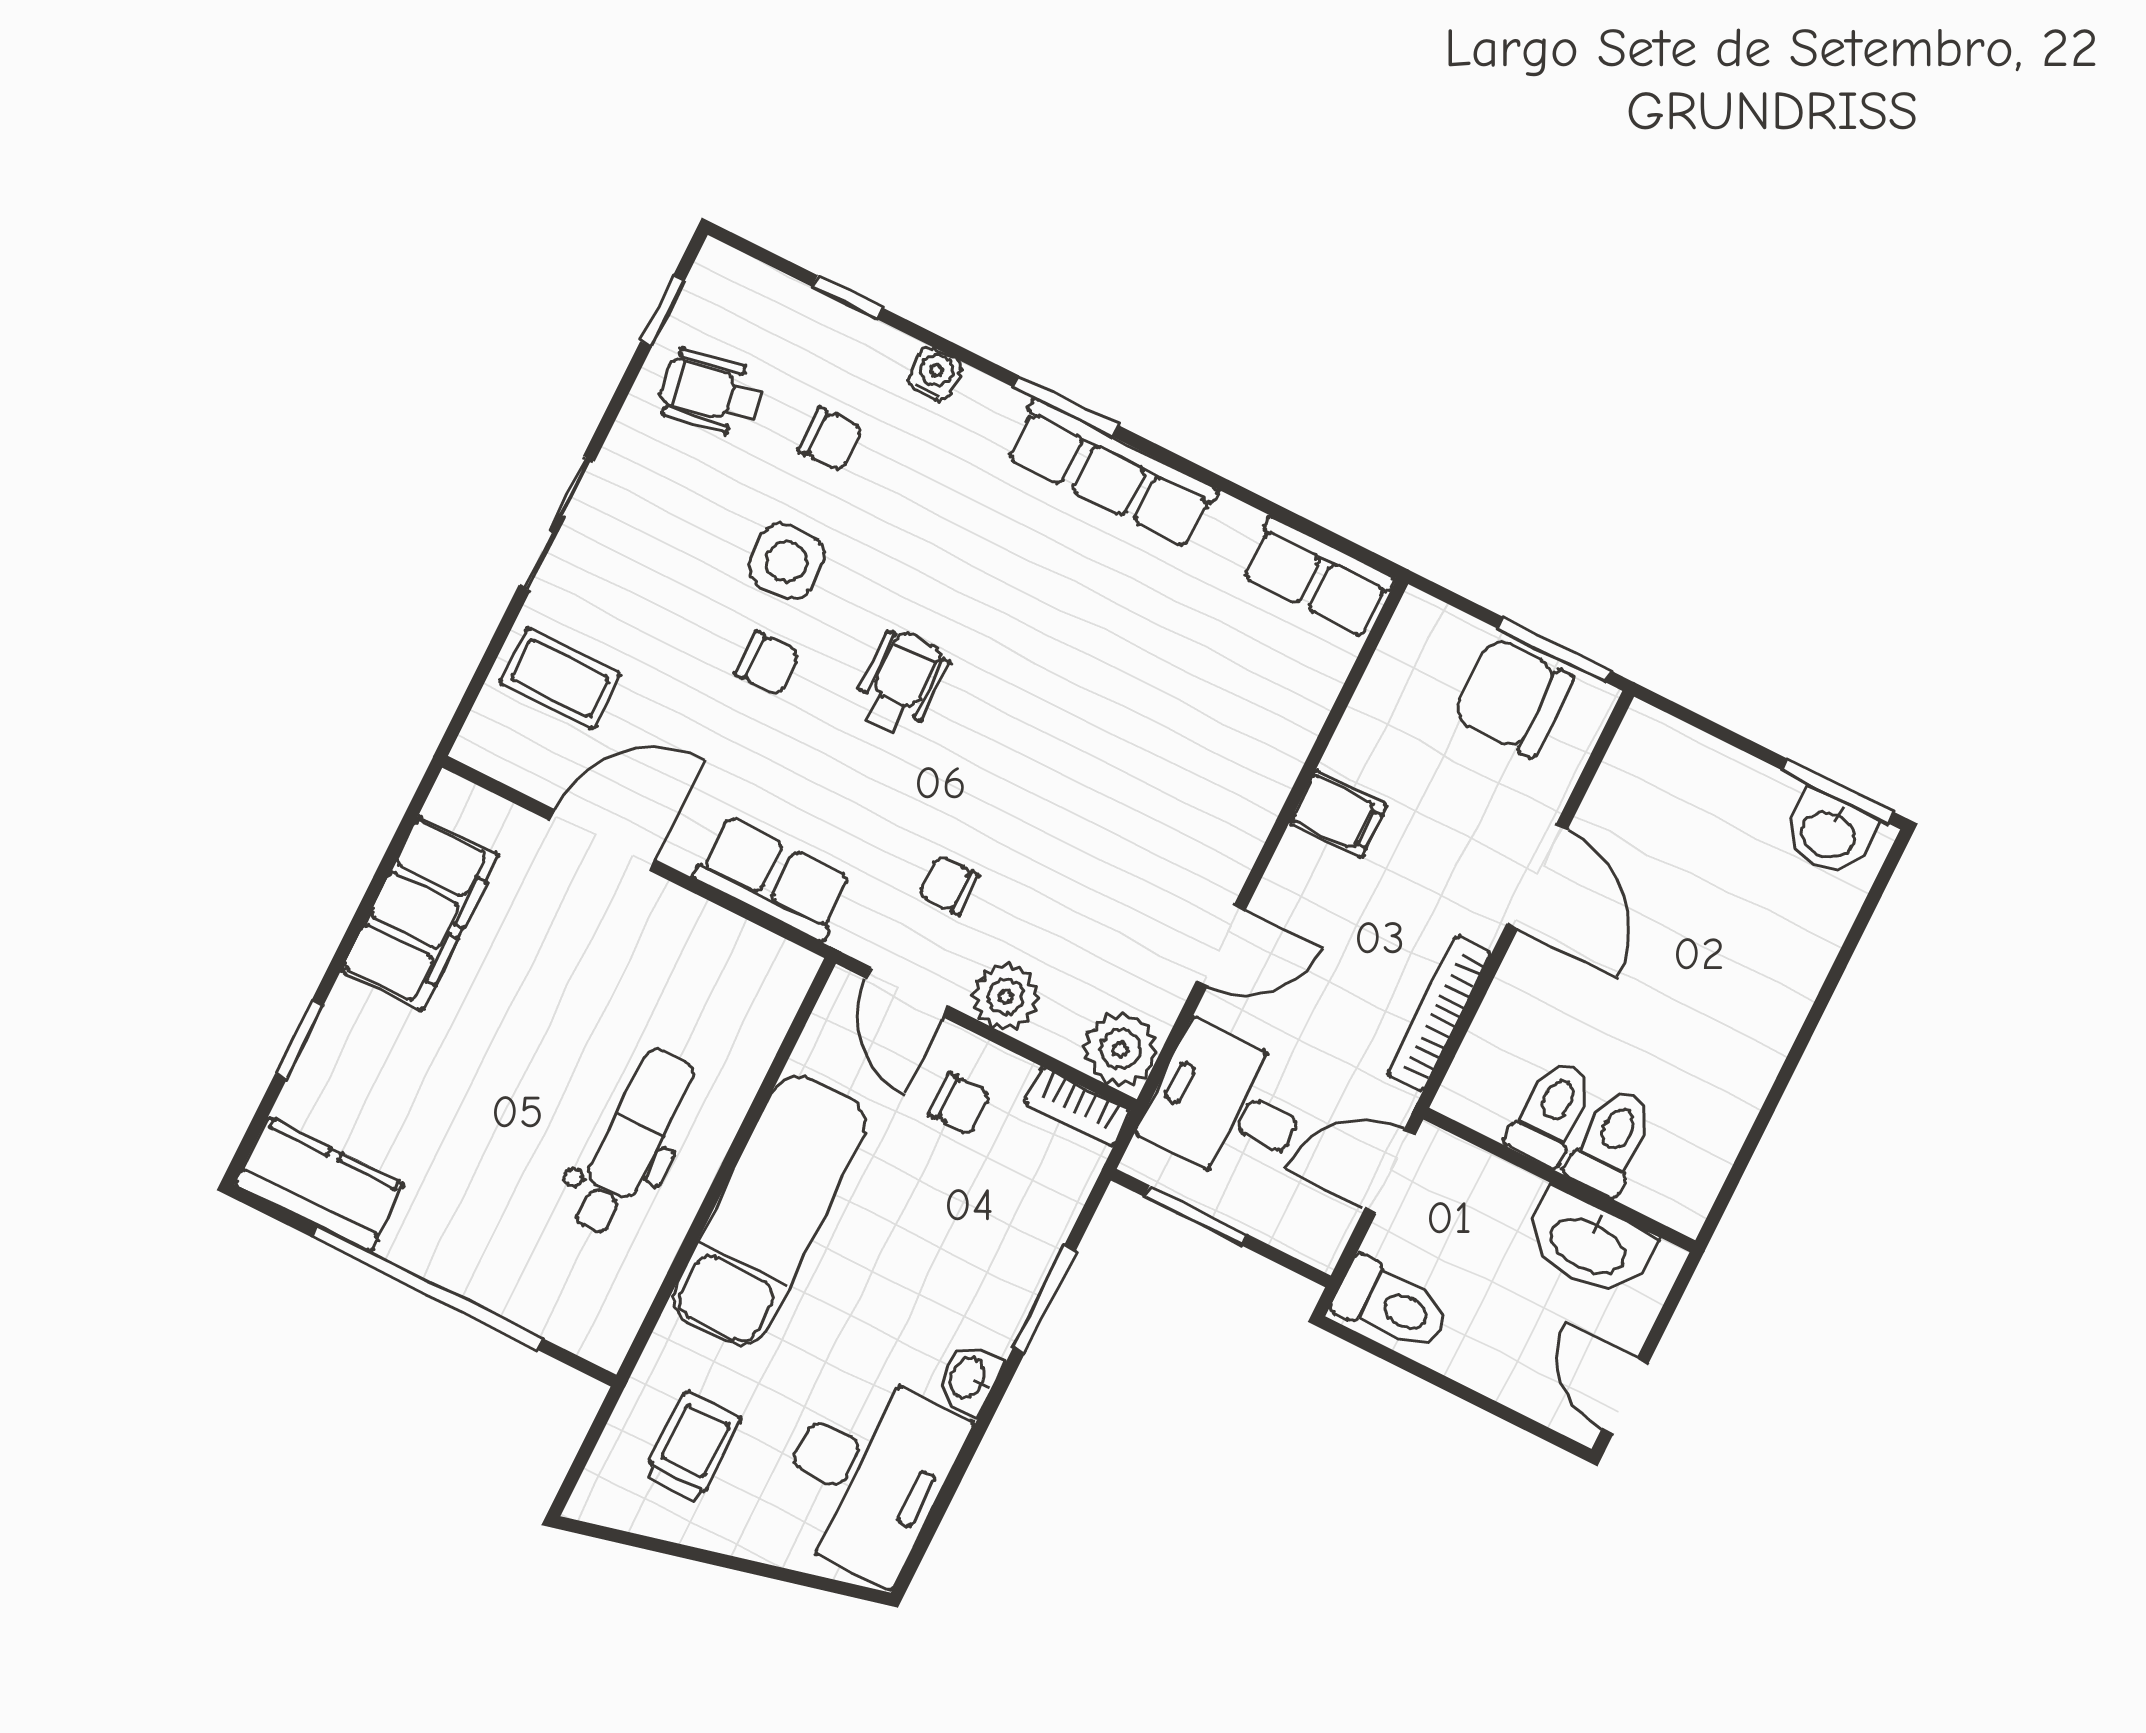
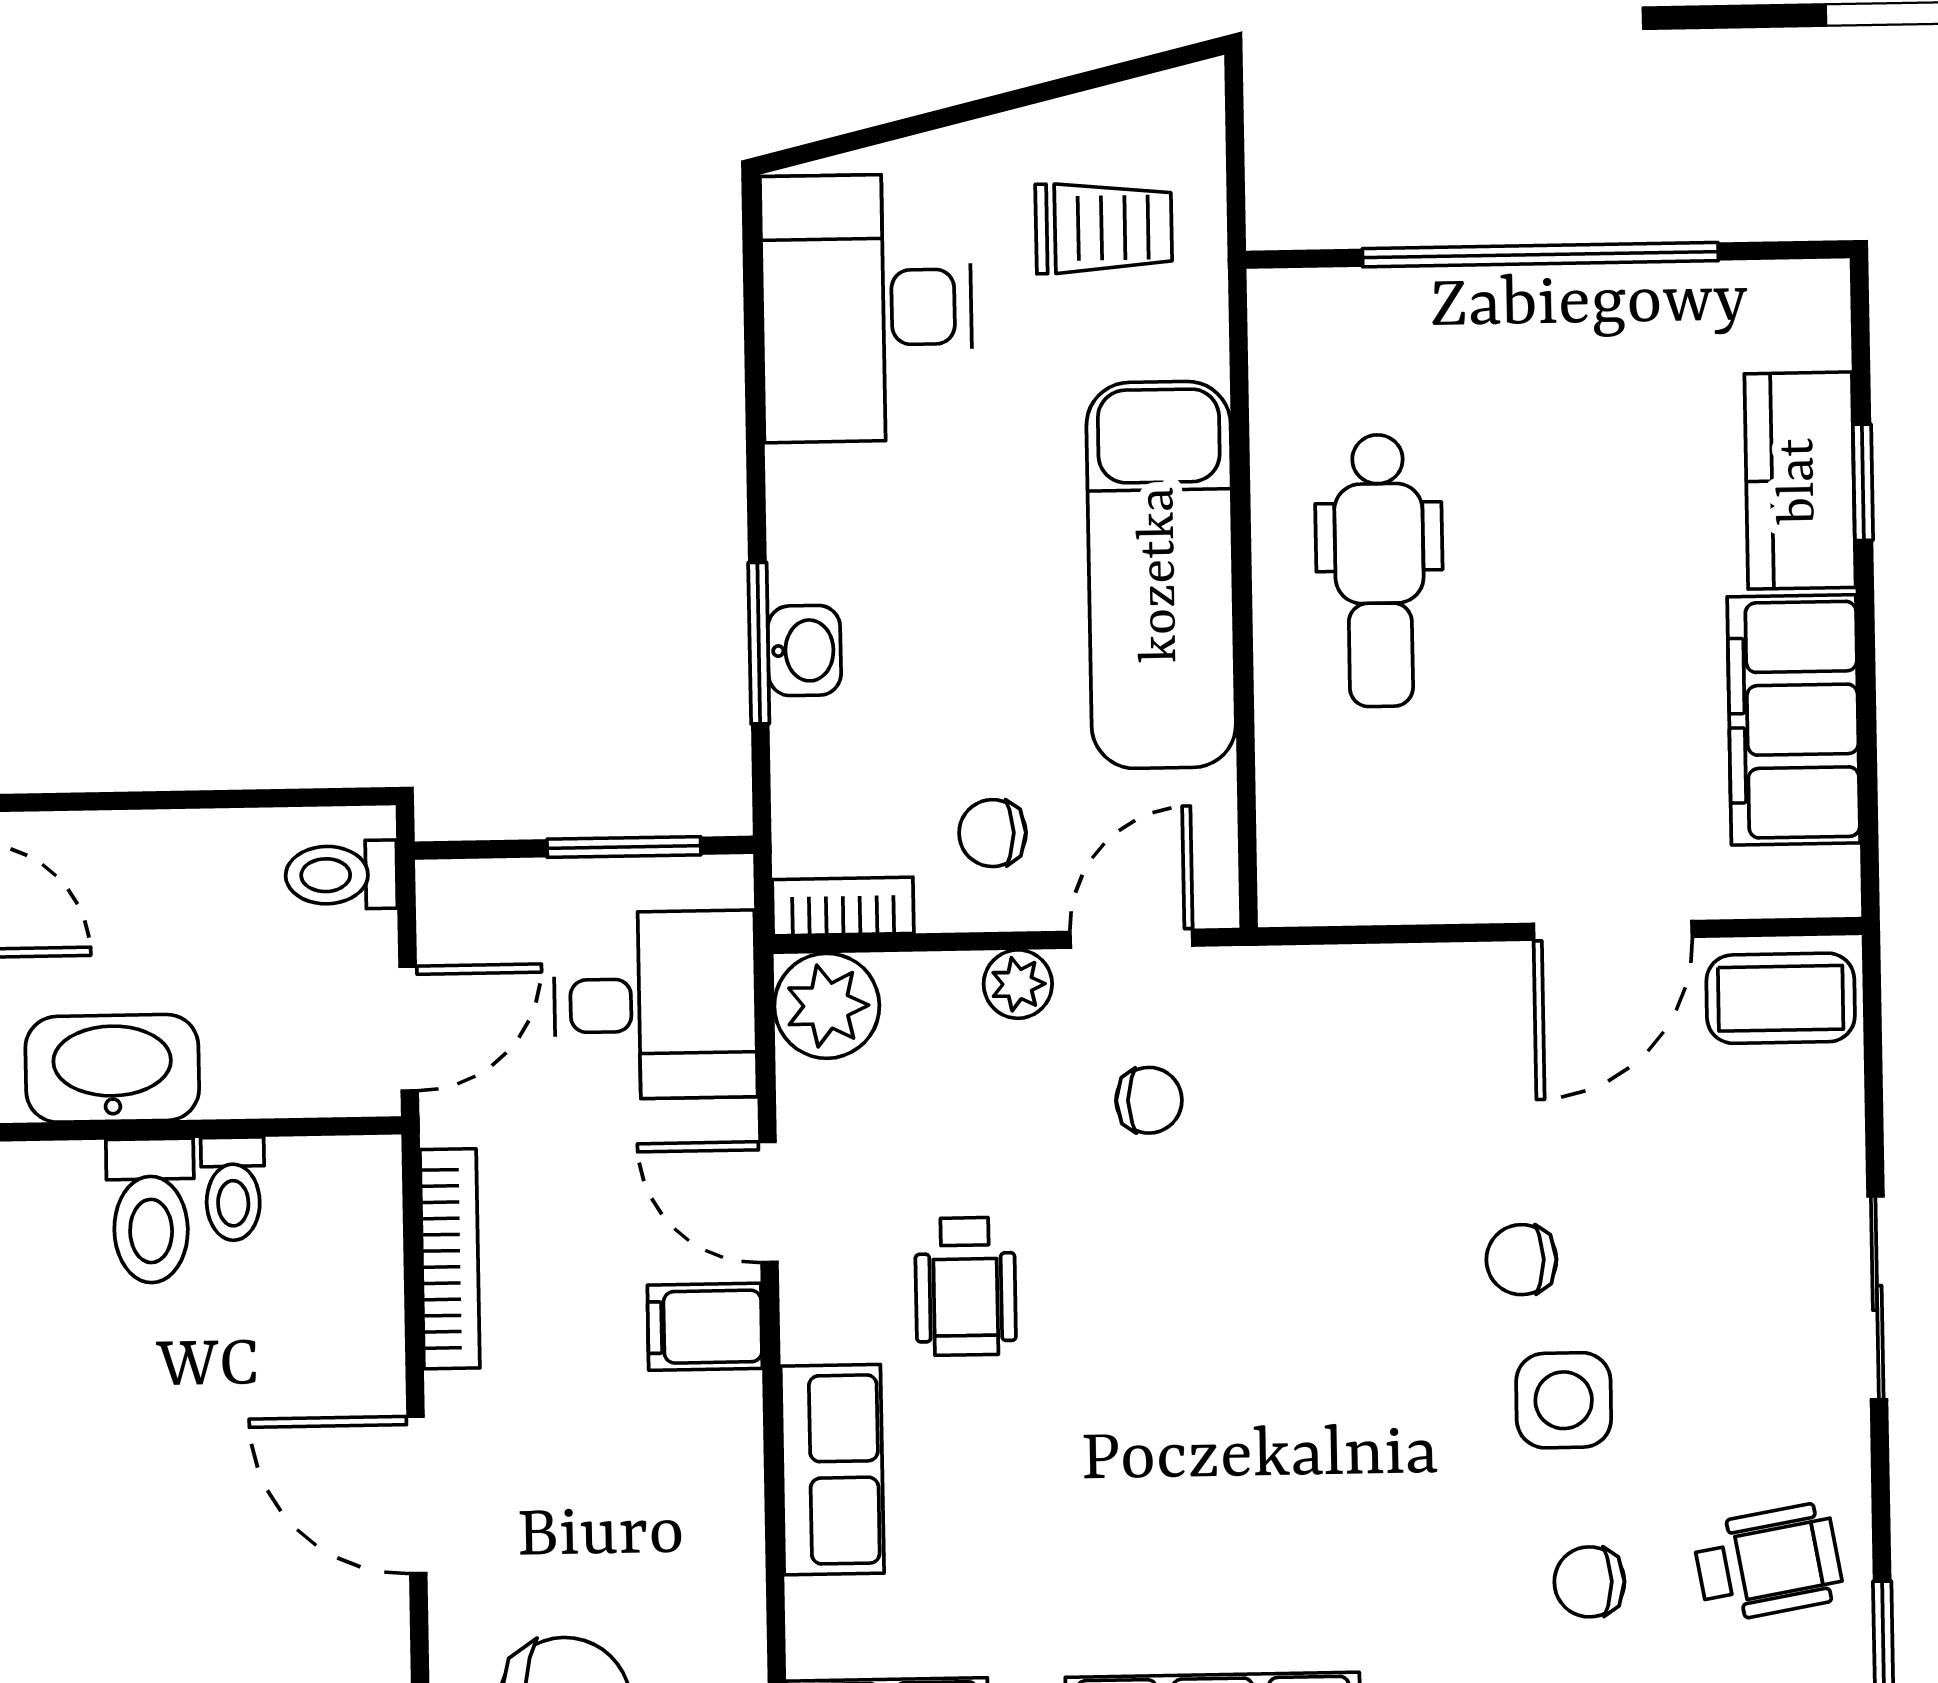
coffee table: (560, 678) -> (1781, 998), moved
wheelchair: (901, 683) -> (965, 1286), moved
filing cabinet: (1338, 814) -> (705, 1327), moved
row of seats: (773, 879) -> (832, 1470), moved, turned -90
door: (1221, 946) -> (769, 1202), hinge flipped
door: (907, 992) -> (1131, 939), hinge flipped
plant: (1005, 997) -> (1018, 984), width x0.73, depth x0.73
toilet: (1551, 1112) -> (233, 1189), width x0.73, depth x0.72
kitchen counter: (319, 1184) -> (1800, 481), moved, turned 90
toilet: (1392, 1305) -> (341, 875), width x0.73, depth x0.72
washbasin: (969, 1379) -> (804, 651), moved
trolley: (692, 1447) -> (1104, 228), turned -90

